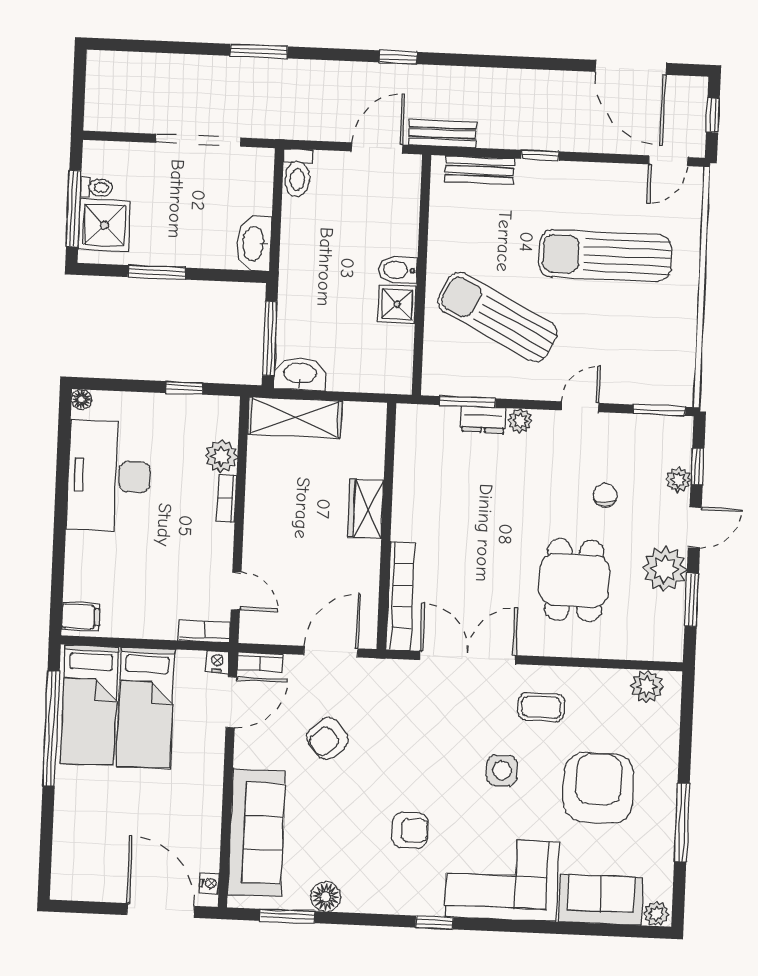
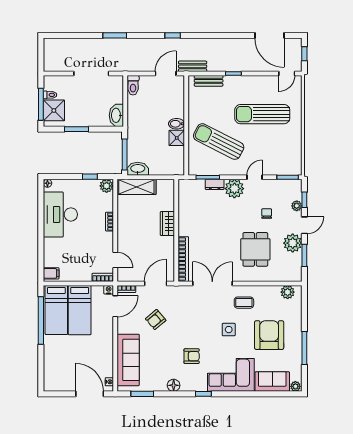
plant: (520, 421) -> (234, 189), width x1.88, depth x1.88
plant: (221, 456) -> (107, 186), moved
floor lamp: (326, 897) -> (174, 385), moved

